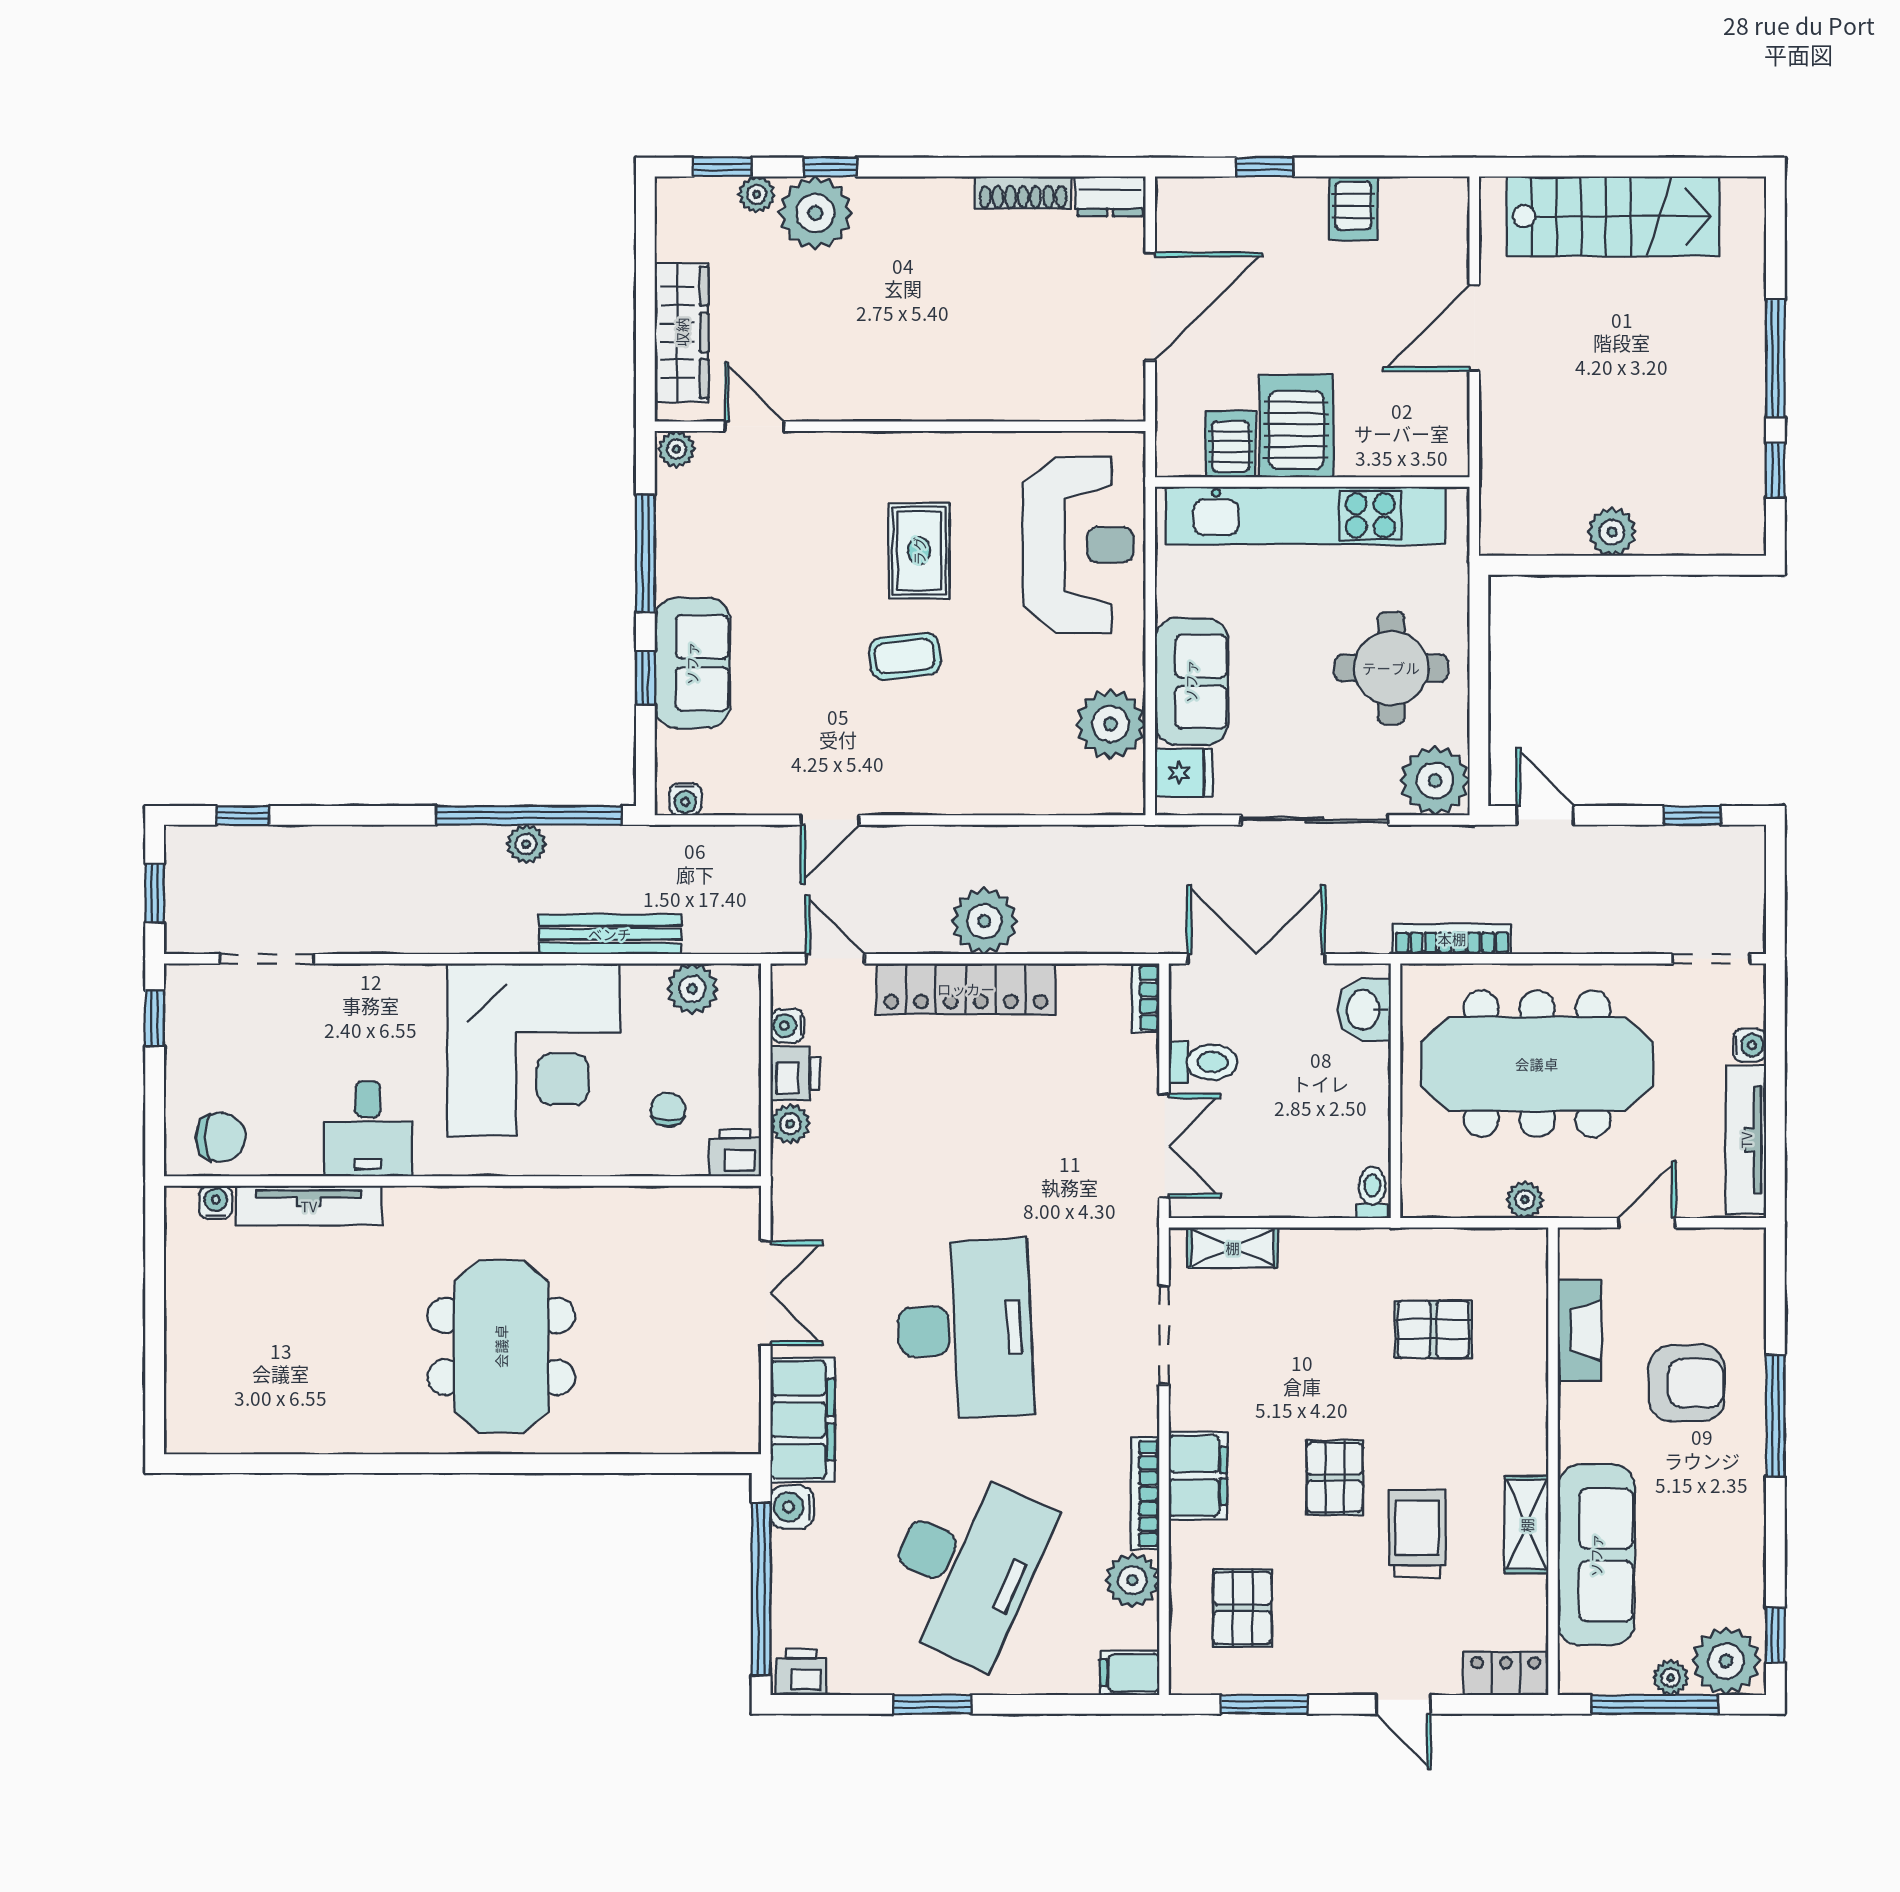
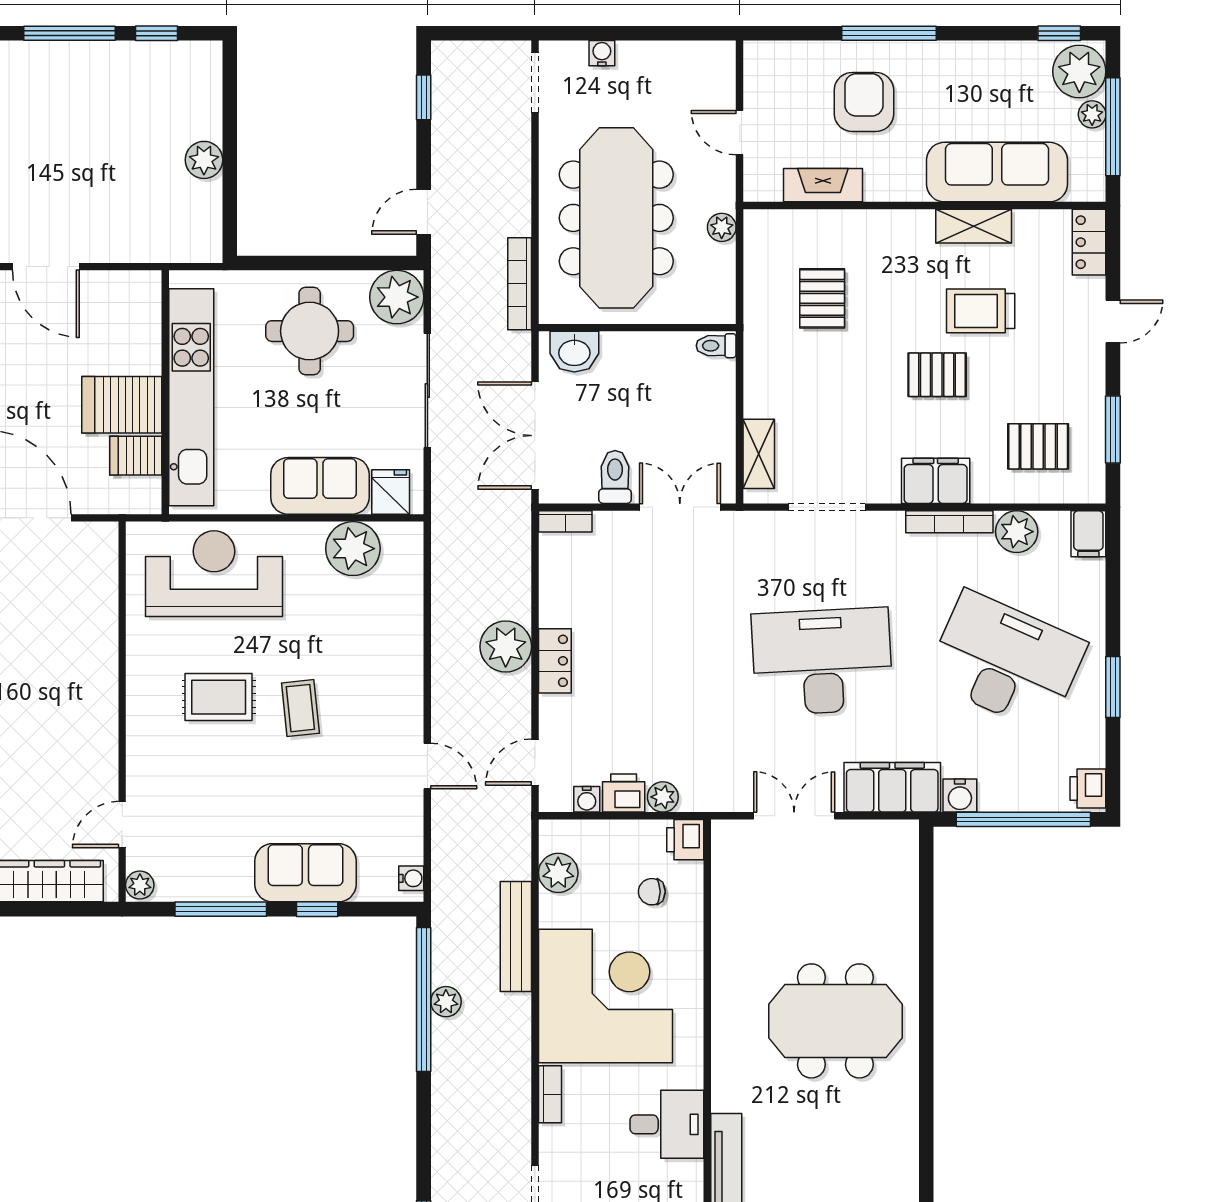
bookcase: (407, 978) -> (550, 1094), added
locker: (966, 989) -> (555, 661), width x0.46, depth x0.83
tv unit: (1746, 1140) -> (675, 56), removed

